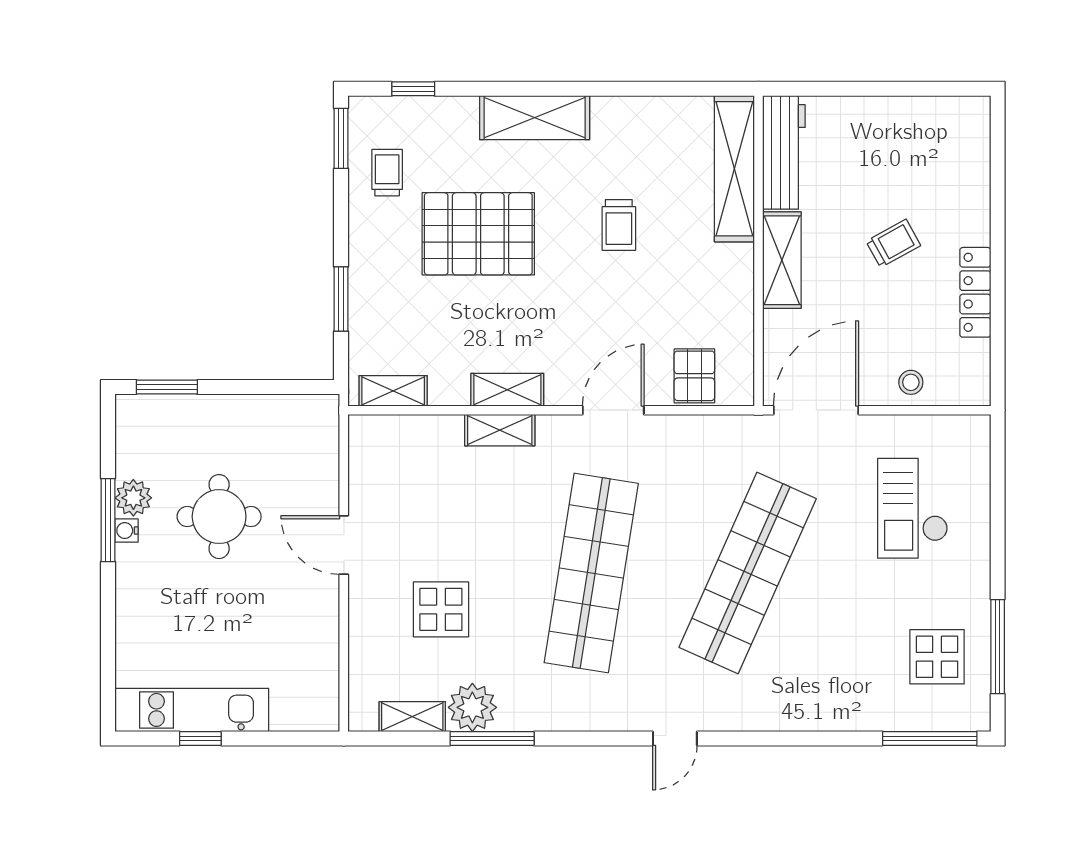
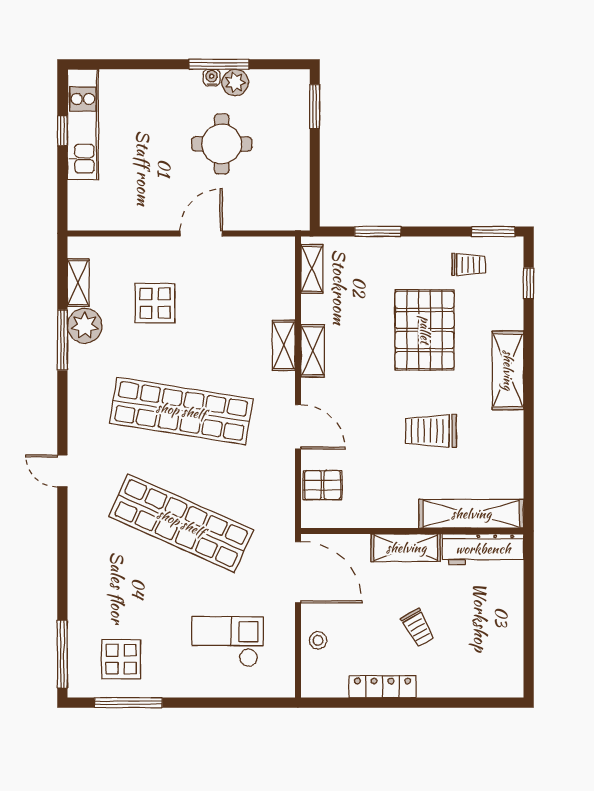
trolley: (619, 225) -> (431, 431), width x1.36, depth x1.39

